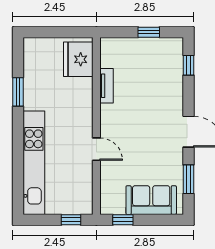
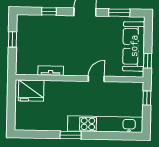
window: (188, 65) -> (49, 11), moved
window: (18, 92) -> (71, 135), moved
sofa: (151, 200) -> (134, 46), width x1.36

